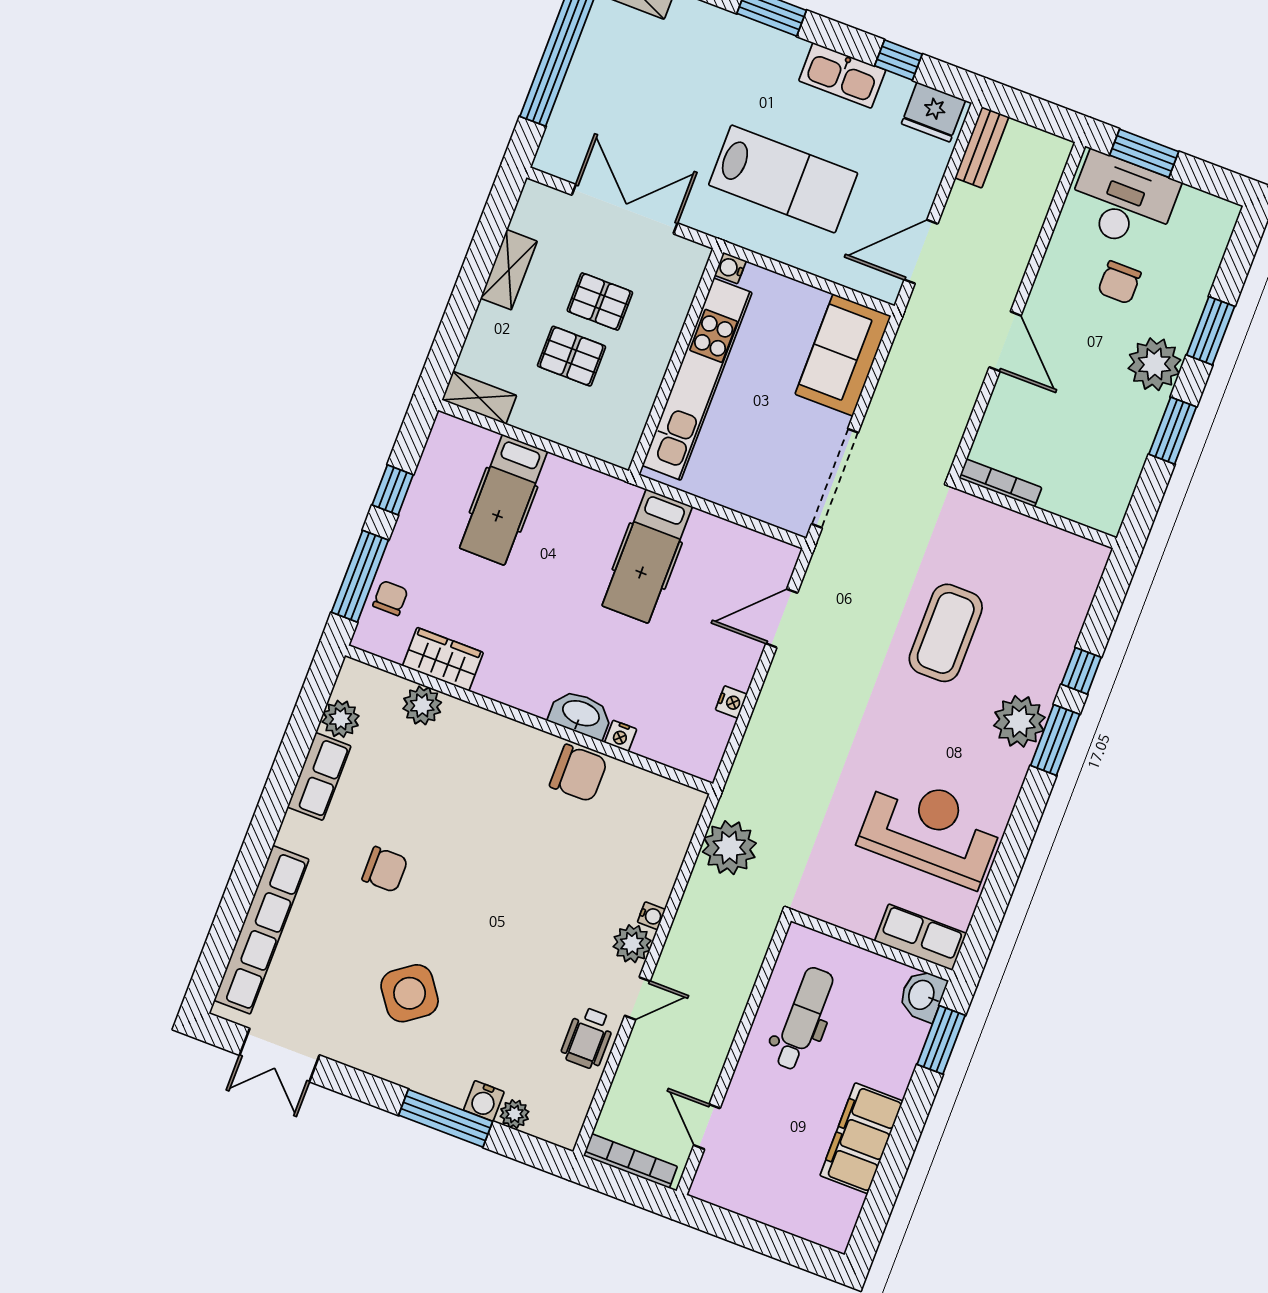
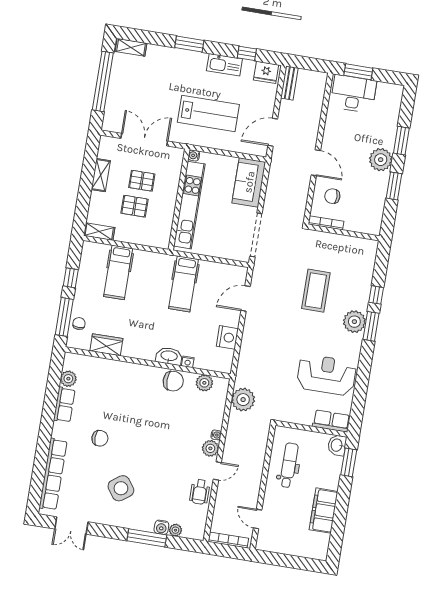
chair: (1119, 282) -> (332, 196), moved, turned 90
nightstand: (731, 702) -> (227, 337), width x1.89, depth x1.79
plant: (422, 705) -> (204, 383), moved

